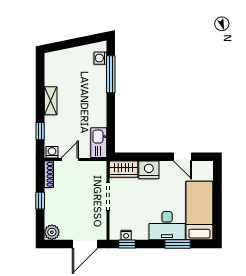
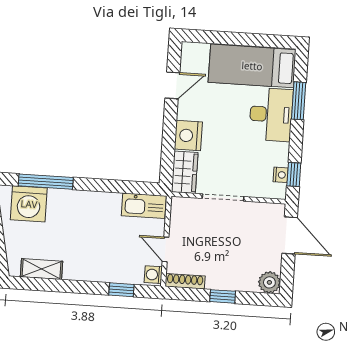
washing machine: (100, 58) -> (29, 204), width x1.89, depth x1.89
shelving: (51, 101) -> (41, 269), moved

